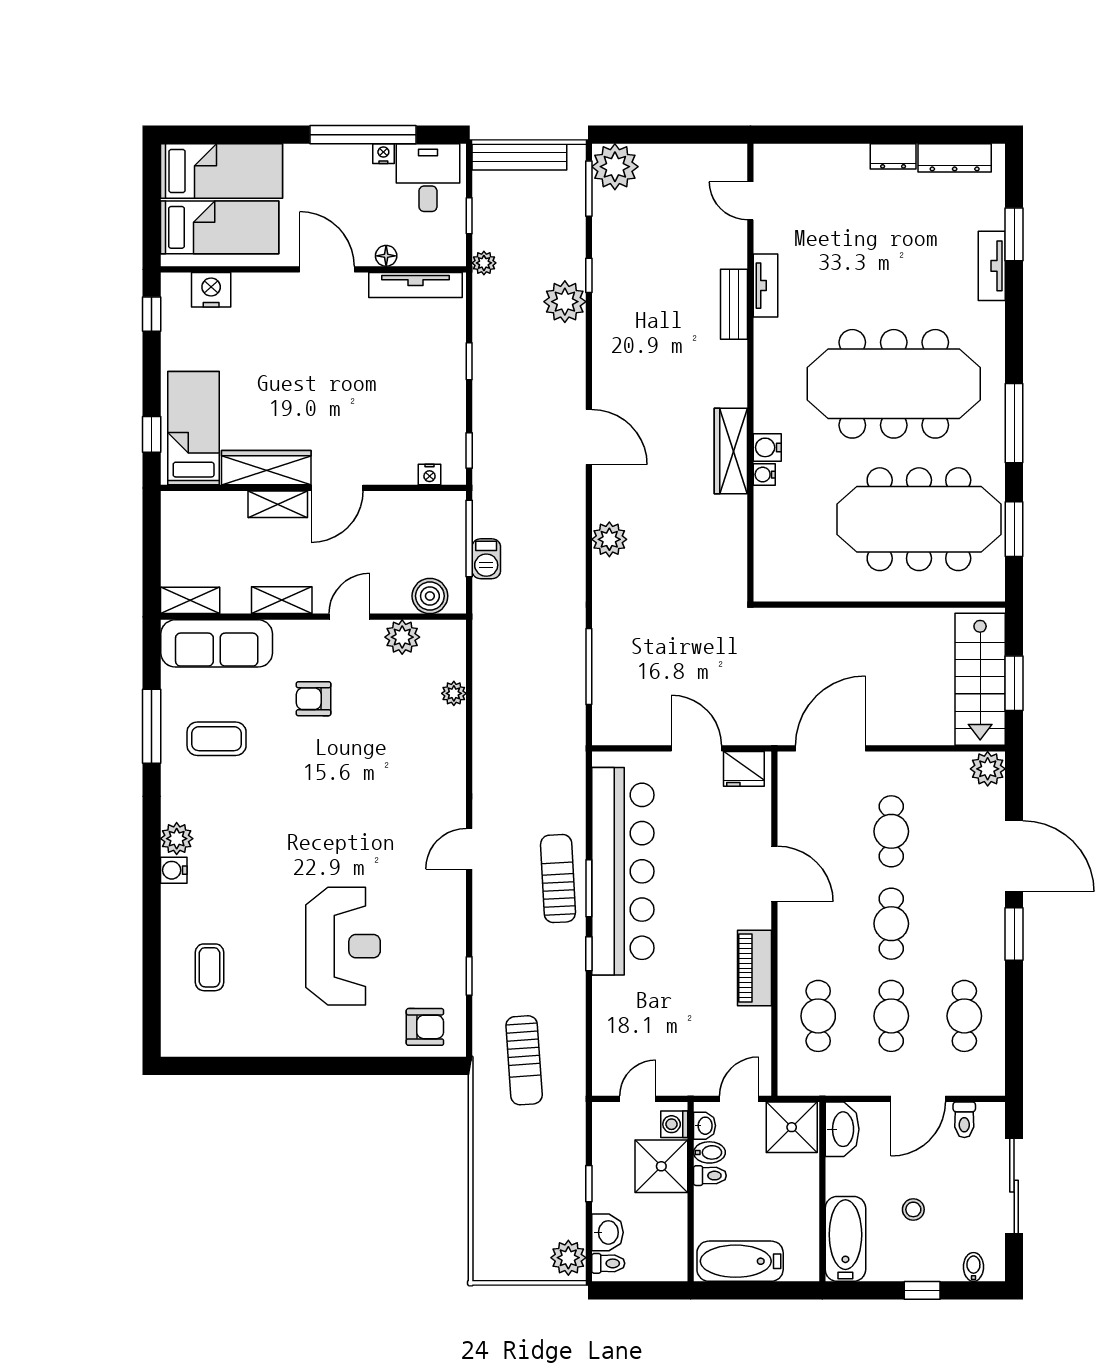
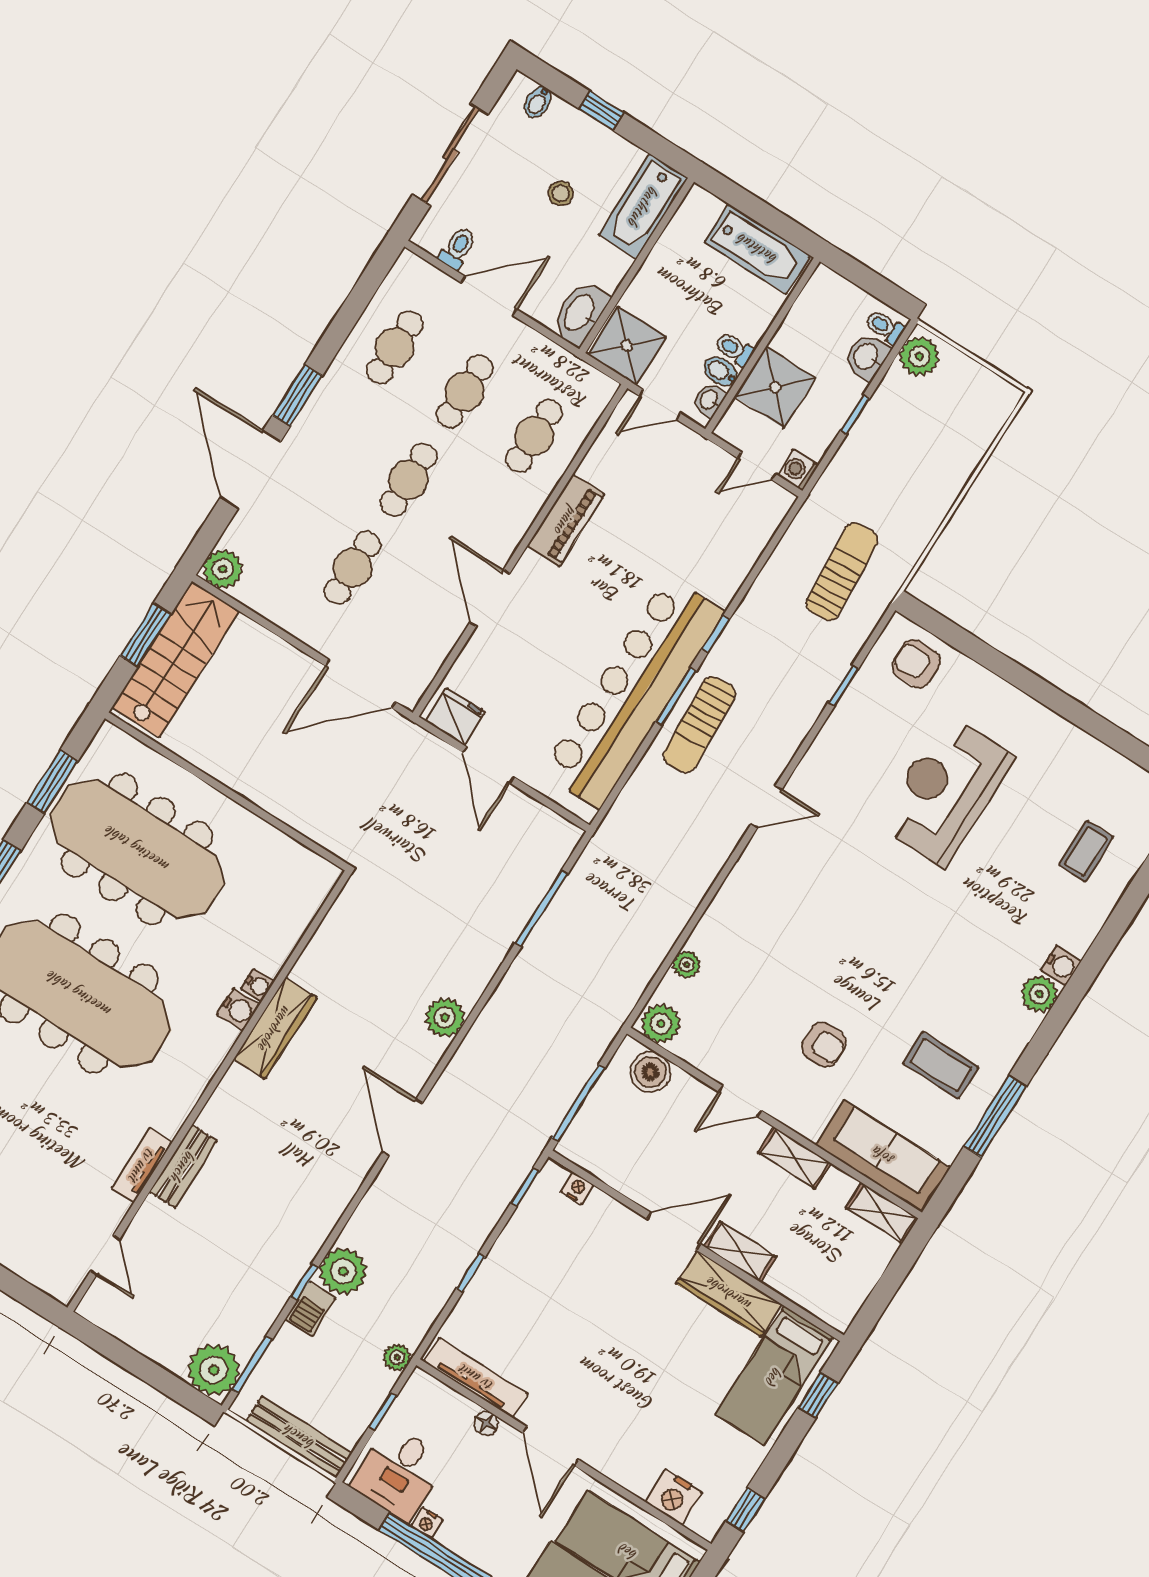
barbecue: (486, 559) -> (311, 1309), moved, turned 180
plant: (402, 637) -> (661, 1024), moved
washing machine: (674, 1124) -> (798, 470), moved, turned 180

